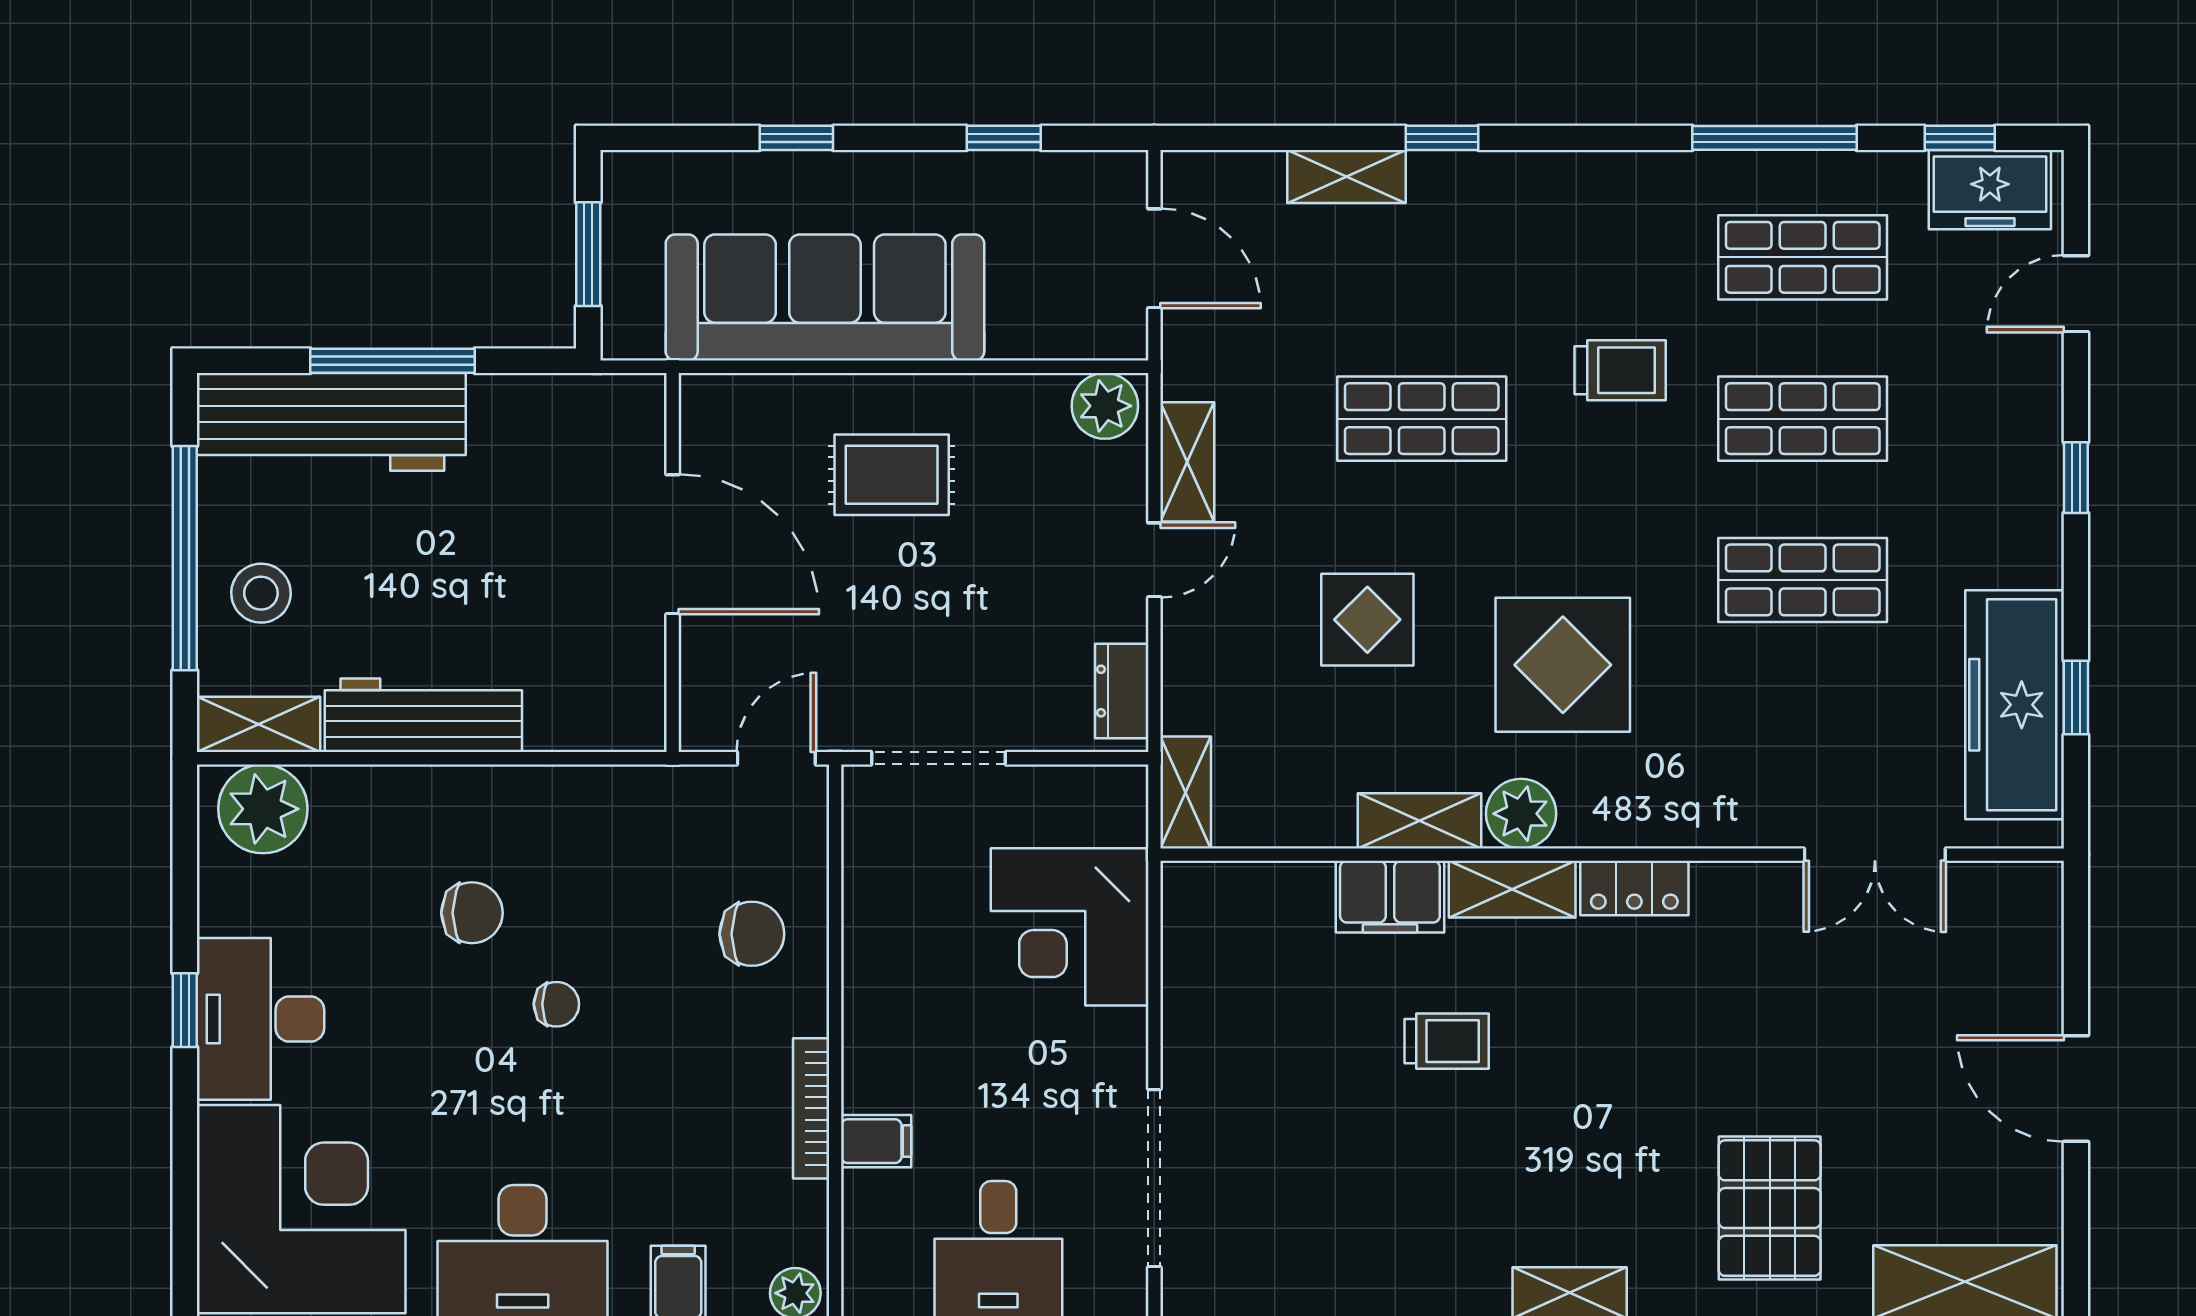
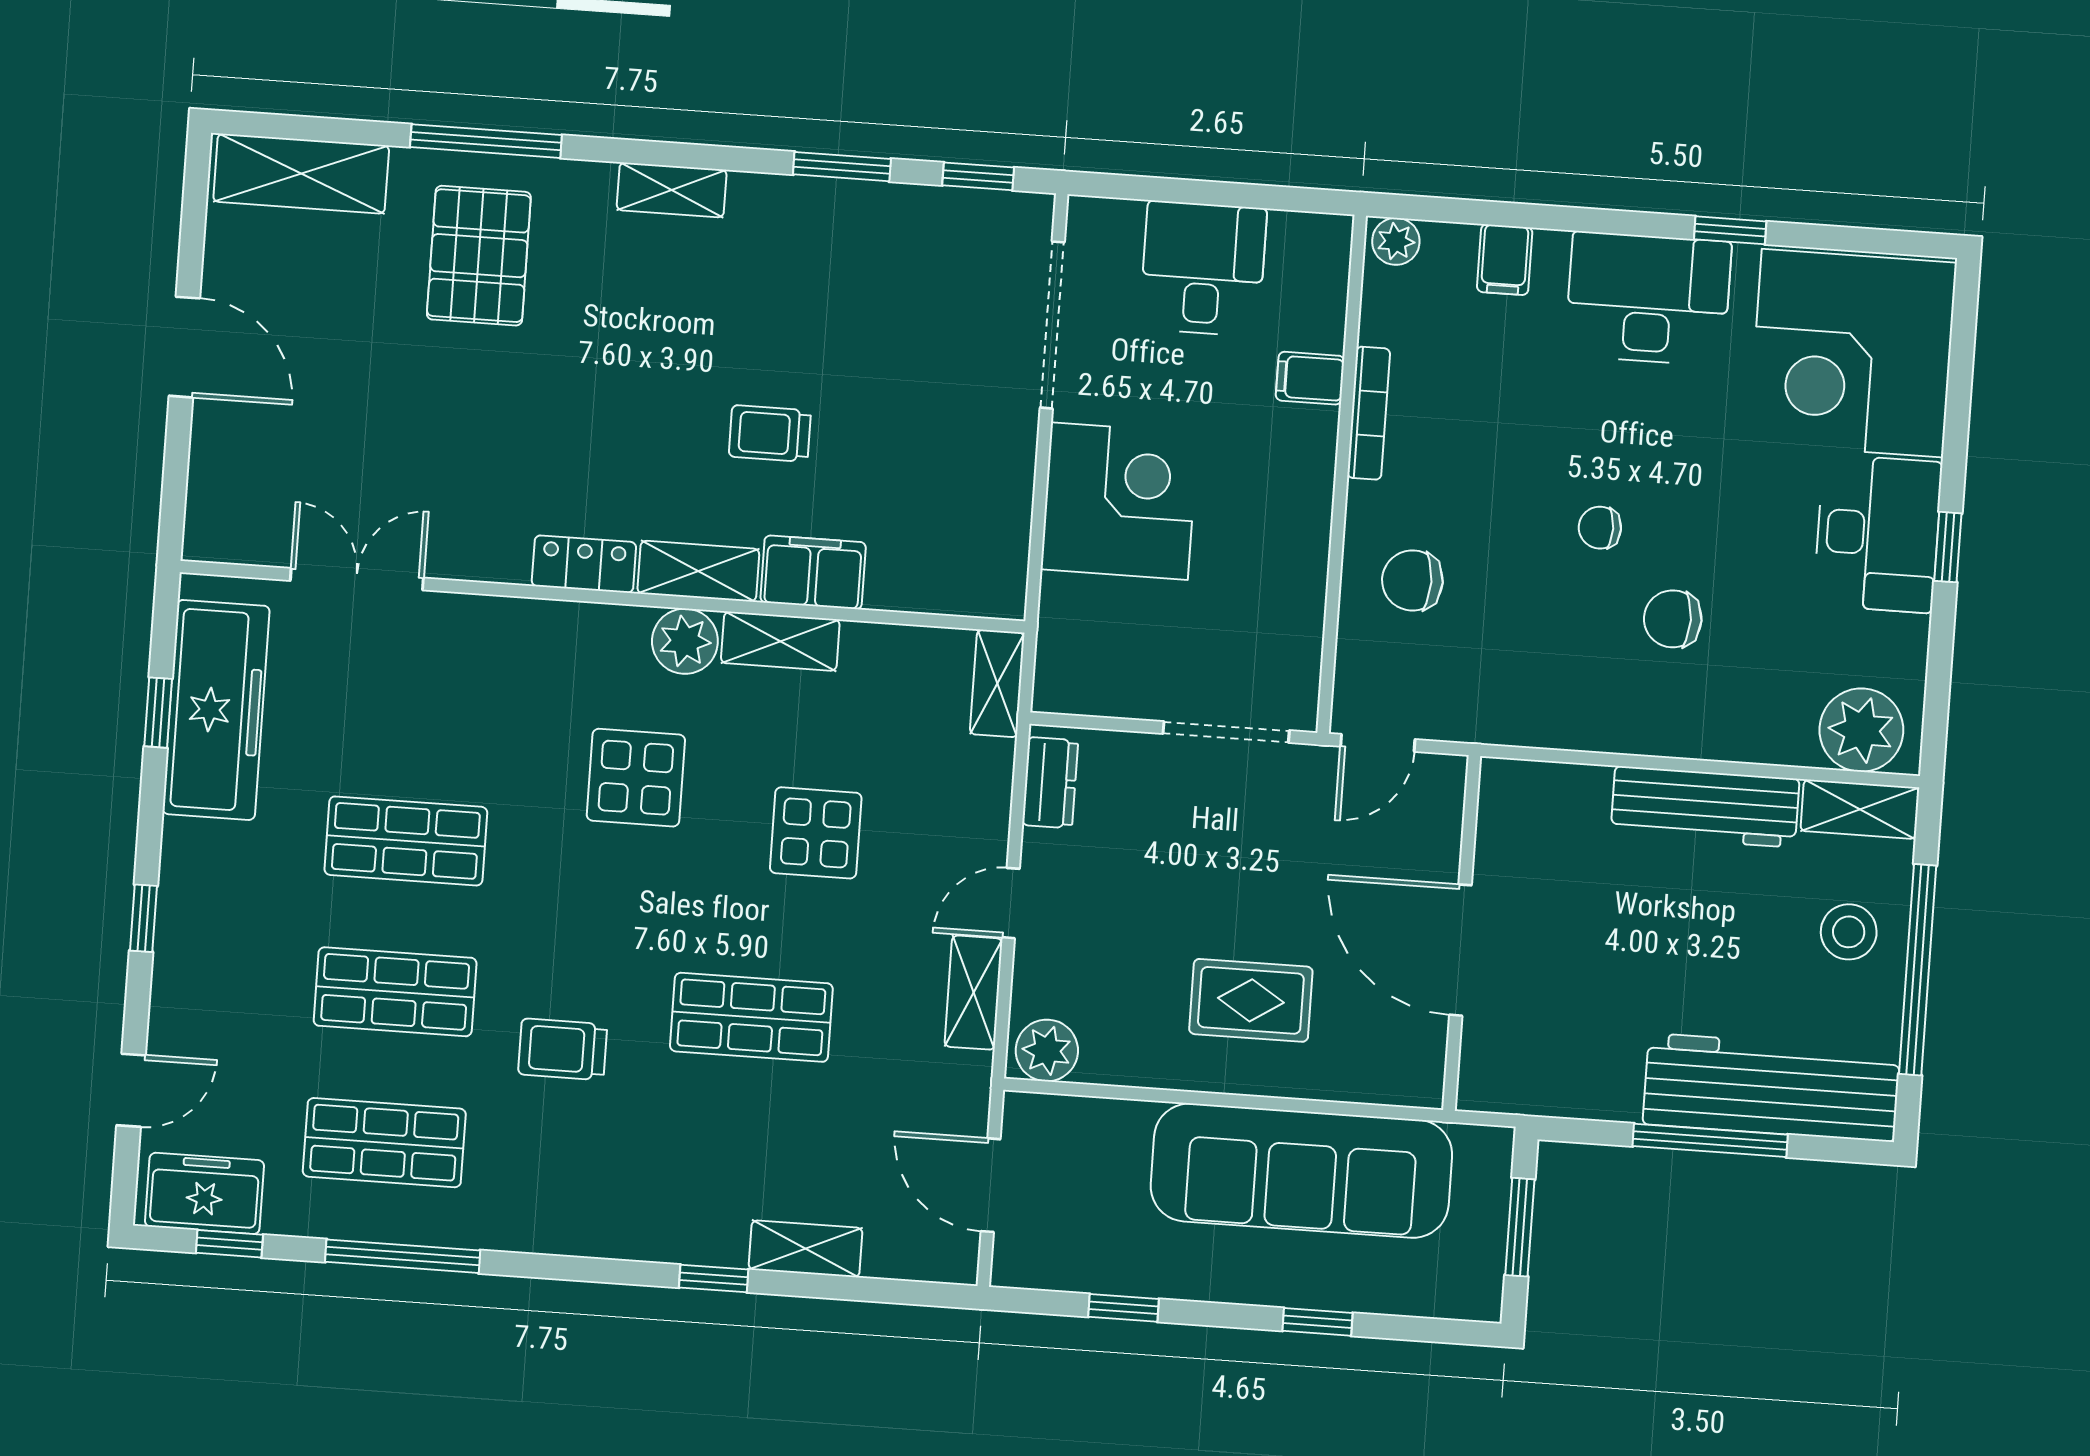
display table: (1563, 665) -> (636, 778), width x0.73, depth x0.73
corner desk: (1070, 927) -> (1119, 501), moved

